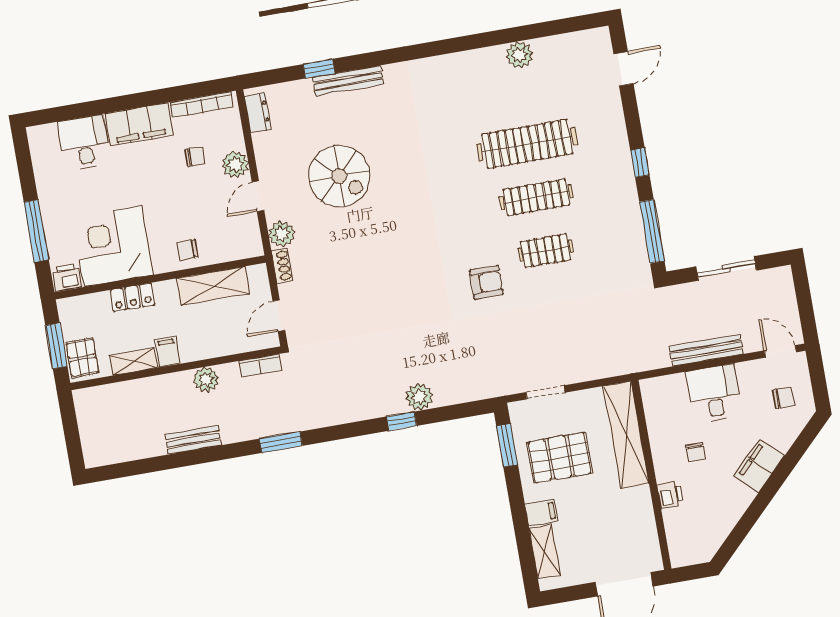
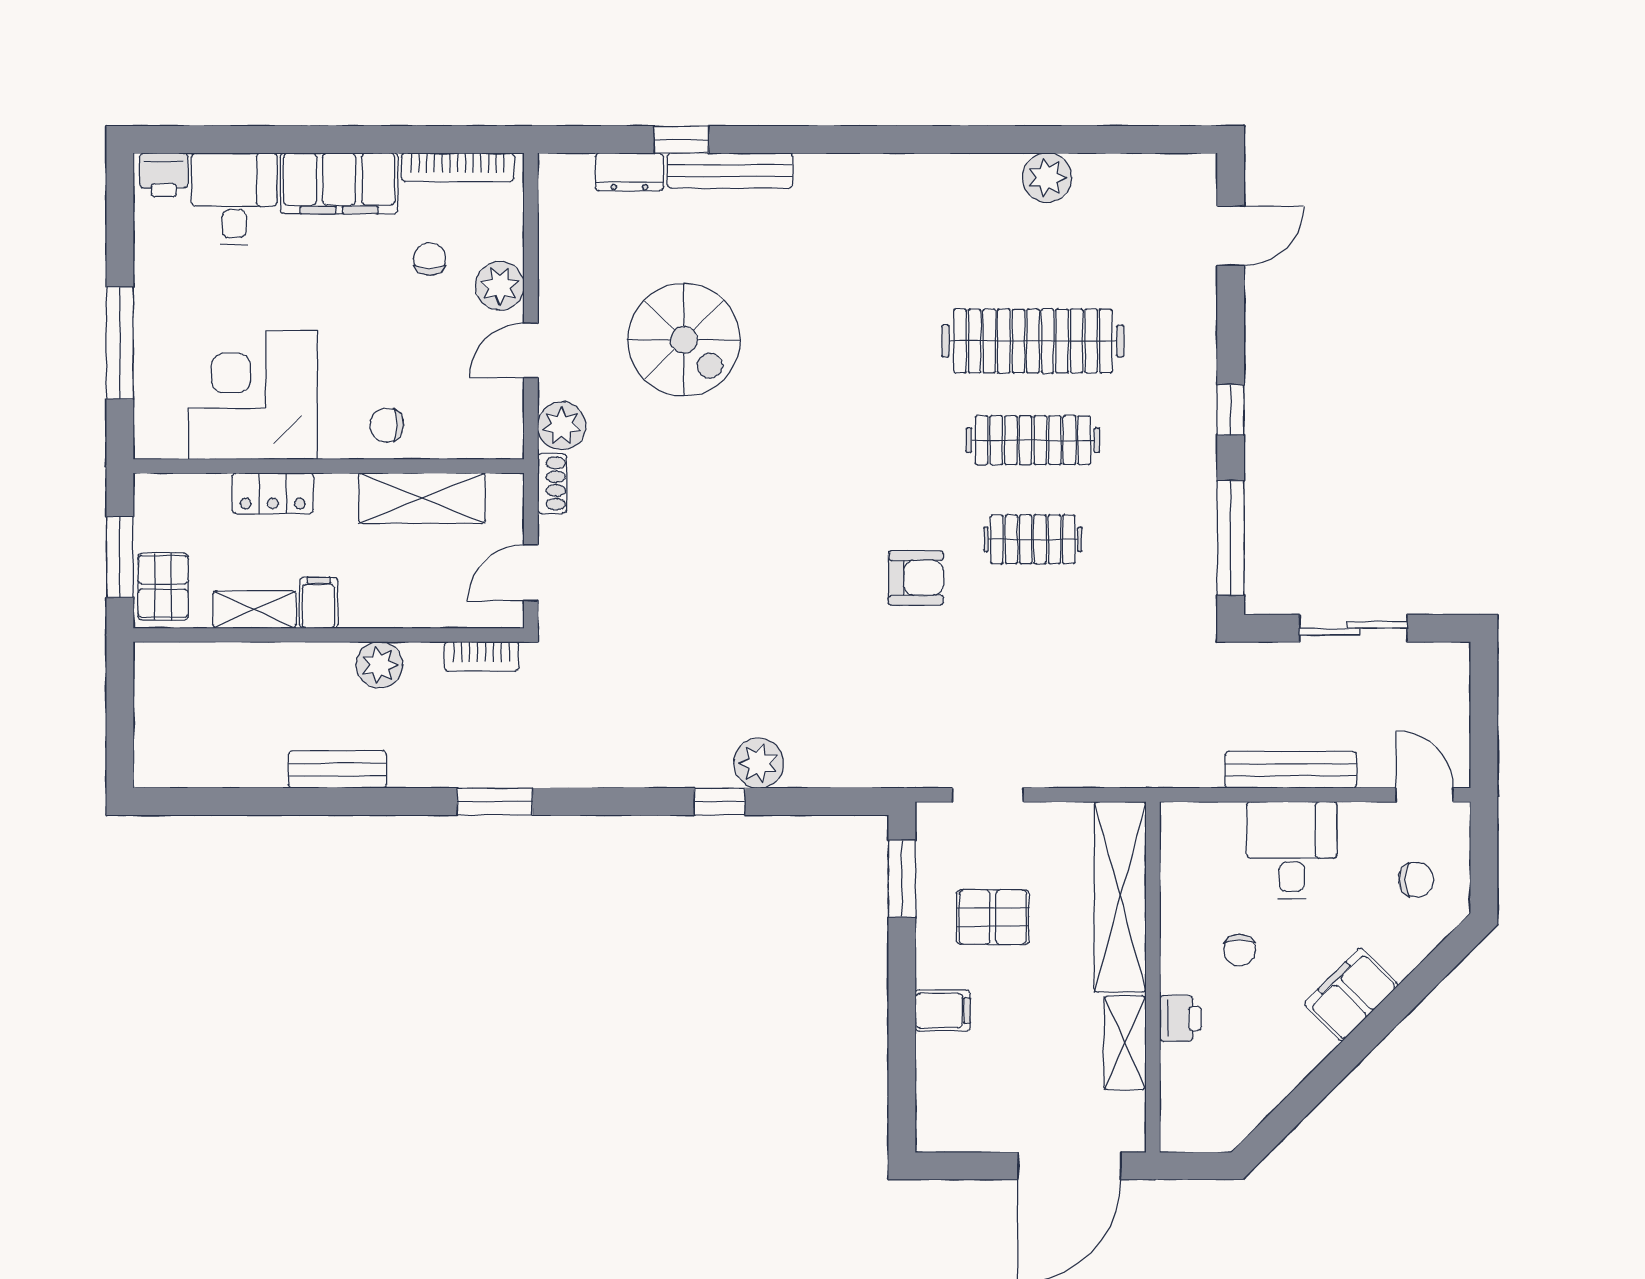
dresser: (258, 113) -> (629, 172), moved, turned 90
chair: (195, 156) -> (430, 259), turned -90
printer: (67, 278) -> (164, 175), moved, turned 180
pallet: (560, 458) -> (993, 917), width x0.67, depth x0.71
shelving: (545, 551) -> (1125, 1043), moved

